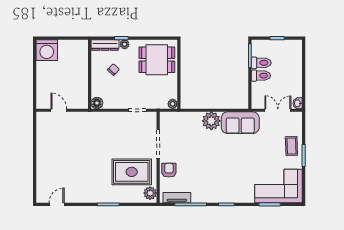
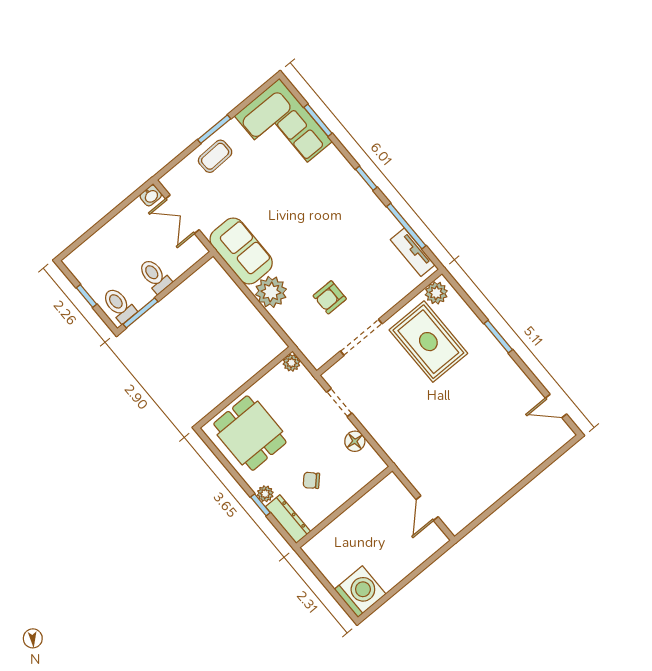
toilet: (261, 63) -> (119, 305), moved
floor lamp: (97, 103) -> (355, 441), moved
armchair: (169, 170) -> (330, 297), moved

